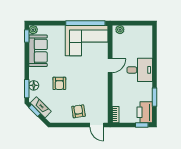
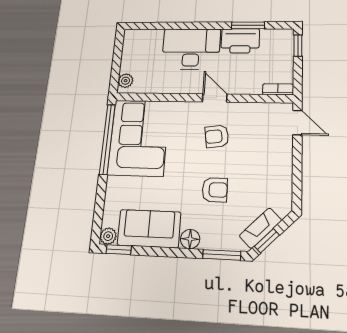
door: (110, 66) -> (215, 98), moved
desk: (140, 70) -> (191, 49), width x1.37
floor lamp: (34, 85) -> (190, 239), moved
armchair: (78, 111) -> (217, 136), moved
printer: (145, 112) -> (240, 41), moved
door: (97, 125) -> (297, 123), hinge flipped

